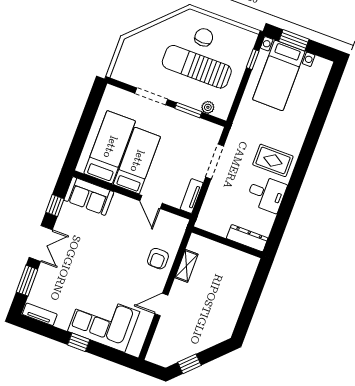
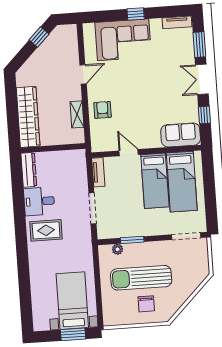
window: (253, 59) -> (99, 304), removed
sun lounger: (197, 67) -> (141, 278), turned 180
doorway: (151, 96) -> (186, 236), moved
dresser: (247, 238) -> (29, 170), moved, turned -90
wardrobe: (238, 286) -> (28, 117), added

